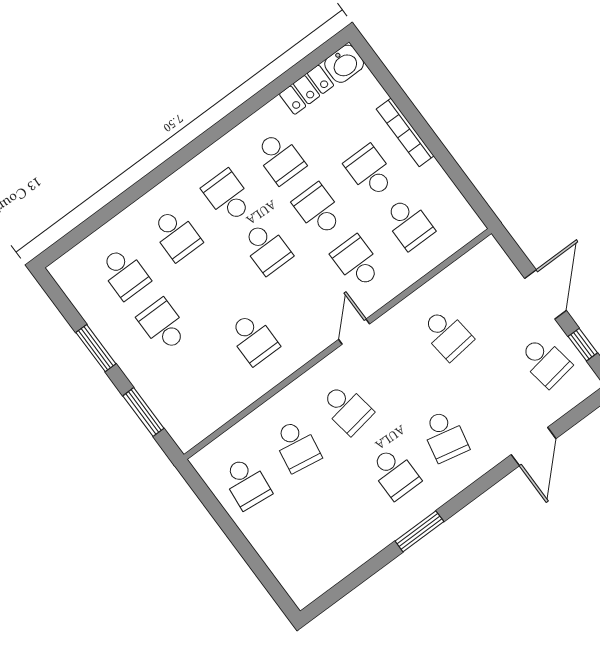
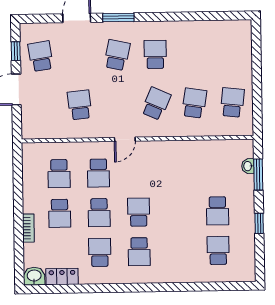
bookcase: (405, 132) -> (28, 228), width x0.64
school desk: (409, 223) -> (59, 174), turned 180
school desk: (176, 235) -> (179, 251), removed
school desk: (253, 339) -> (177, 172), removed
window: (96, 348) -> (259, 223), width x0.67
school desk: (347, 409) -> (156, 104), turned 33
washbasin: (165, 414) -> (248, 166), added
window: (419, 531) -> (118, 17), moved

